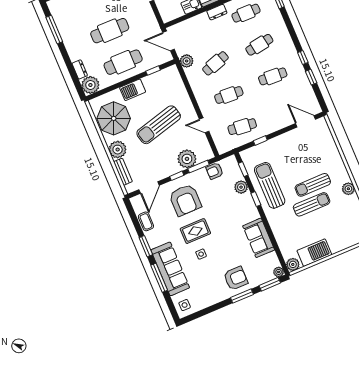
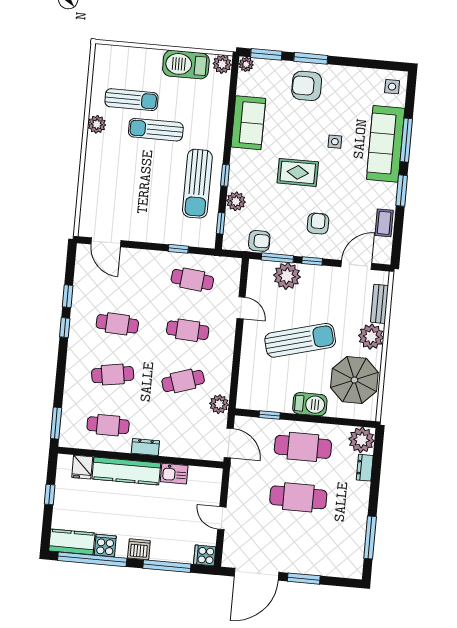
sun lounger: (313, 185) -> (131, 100), moved
armchair: (185, 200) -> (318, 224), width x0.53, depth x0.53
rug: (195, 231) -> (298, 172), moved

